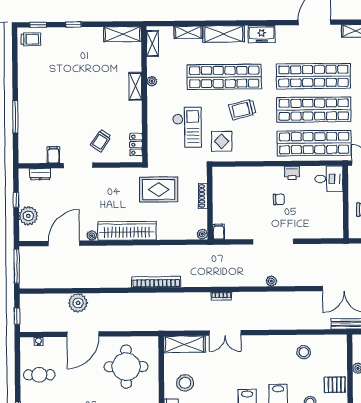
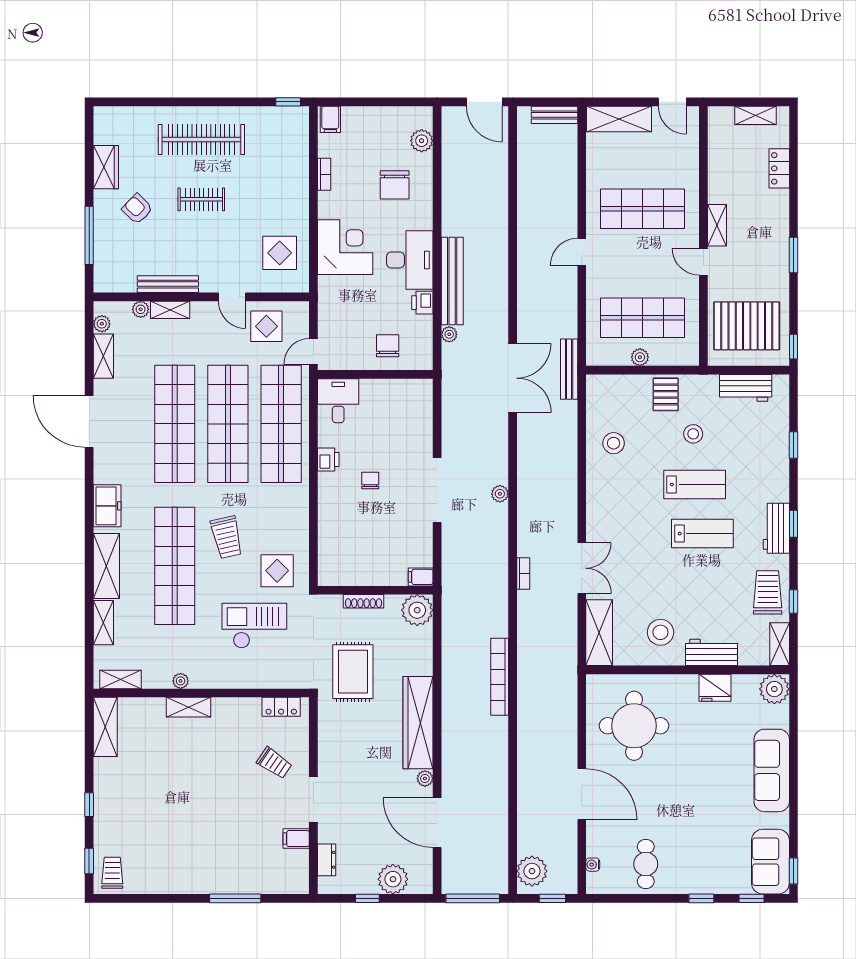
plant: (202, 234) -> (417, 610), width x1.88, depth x1.88
plant: (78, 303) -> (532, 871), moved

